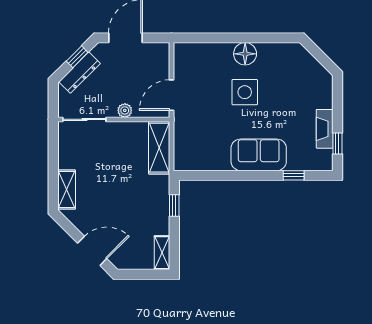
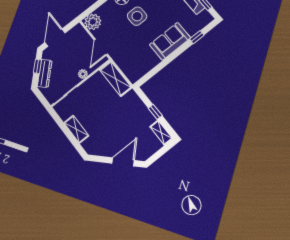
plant: (186, 55) -> (93, 22), added
shelving: (67, 190) -> (76, 129), moved
window: (174, 206) -> (155, 112), moved

